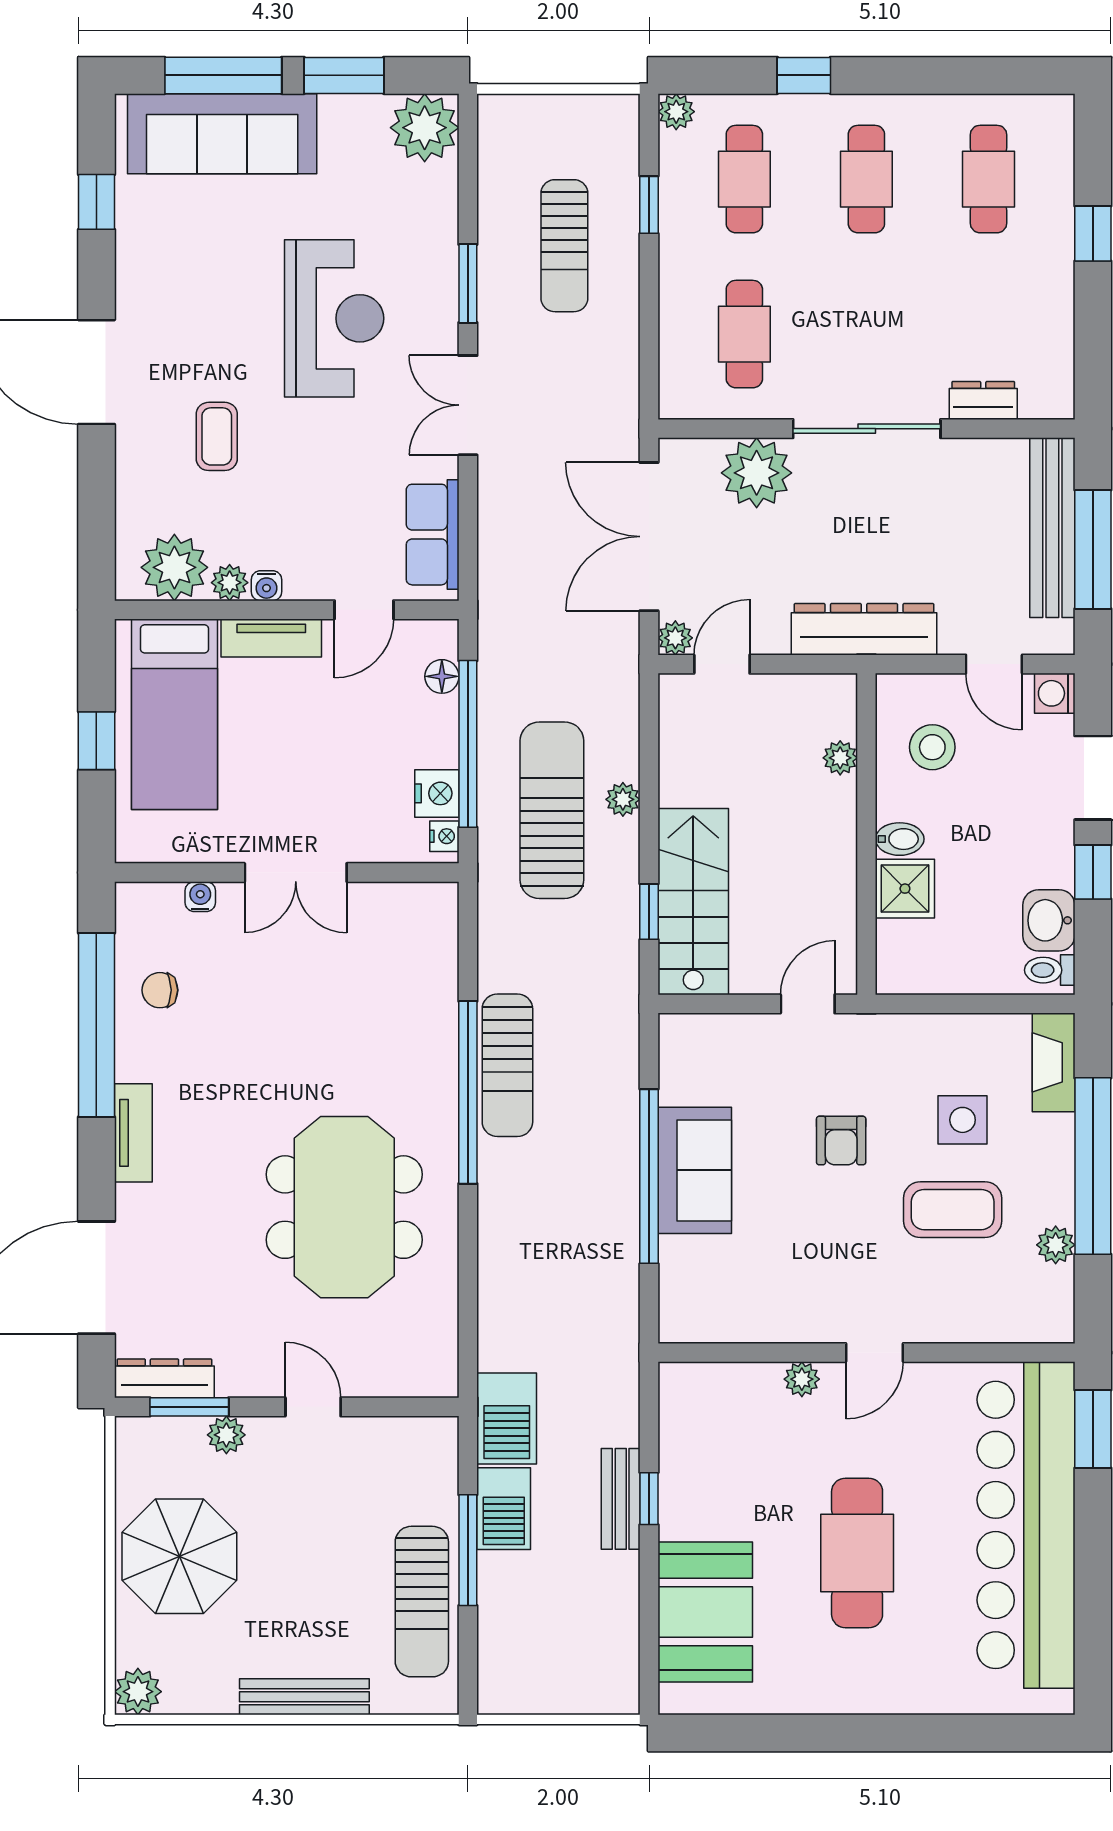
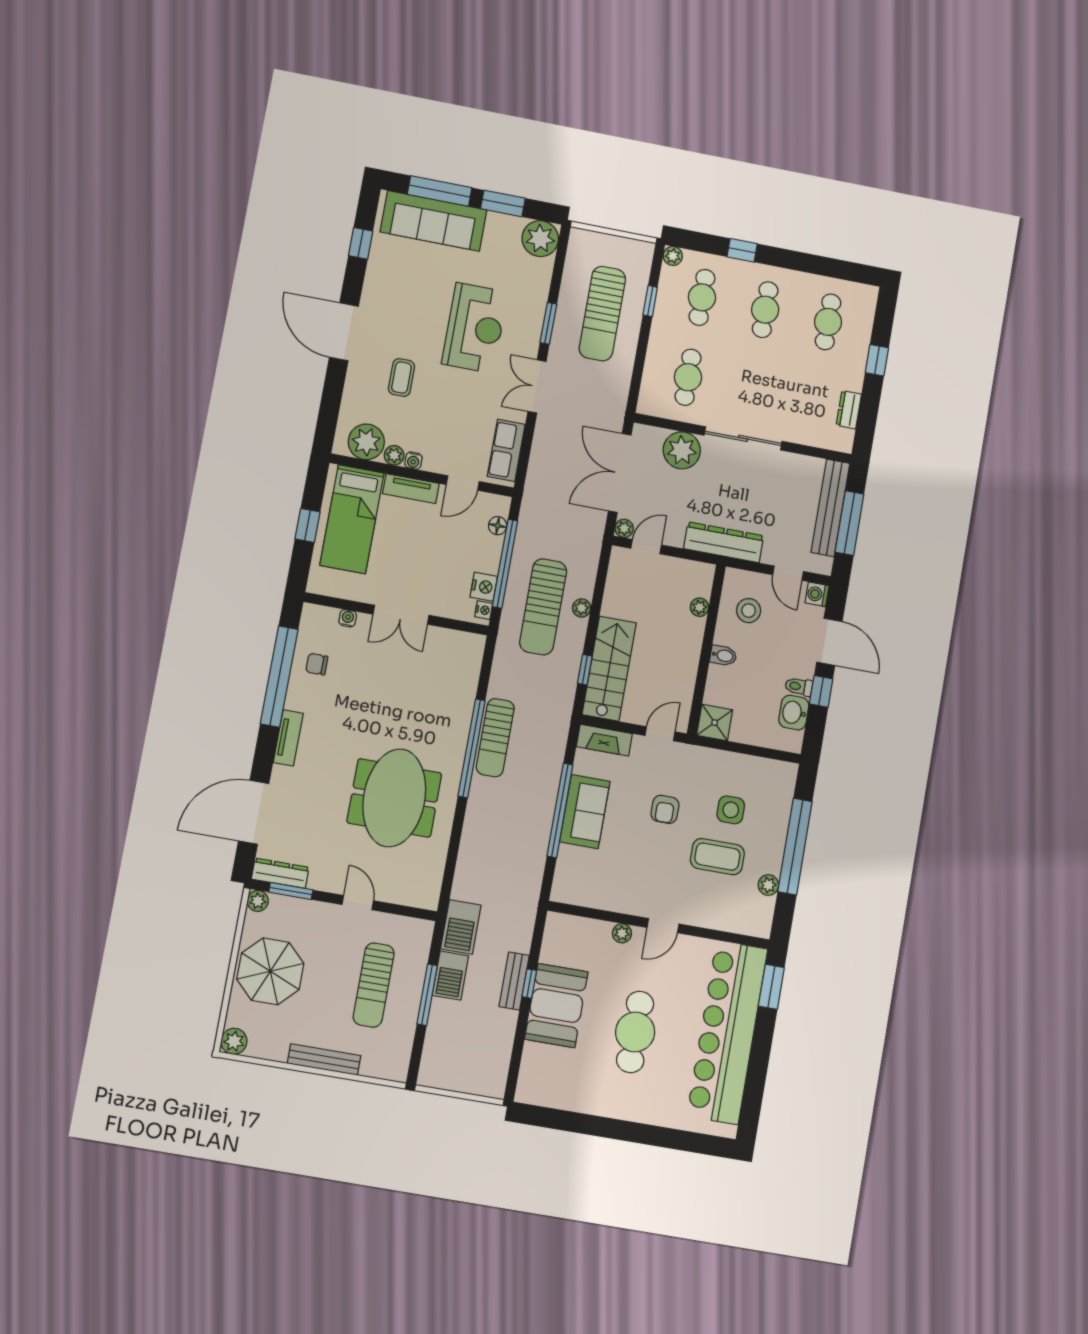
sun lounger: (564, 246) -> (602, 314), width x1.36, depth x1.34
dresser: (983, 401) -> (849, 410), moved, turned -90
sun lounger: (552, 810) -> (543, 607), turned 180
shower: (905, 889) -> (715, 723), moved
toilet: (1050, 970) -> (799, 687), moved
fireplace: (1054, 1062) -> (604, 740), moved, turned -90
plant: (226, 1435) -> (258, 901), moved
sun lounger: (422, 1602) -> (374, 985), moved
booth: (705, 1612) -> (556, 1006), moved

